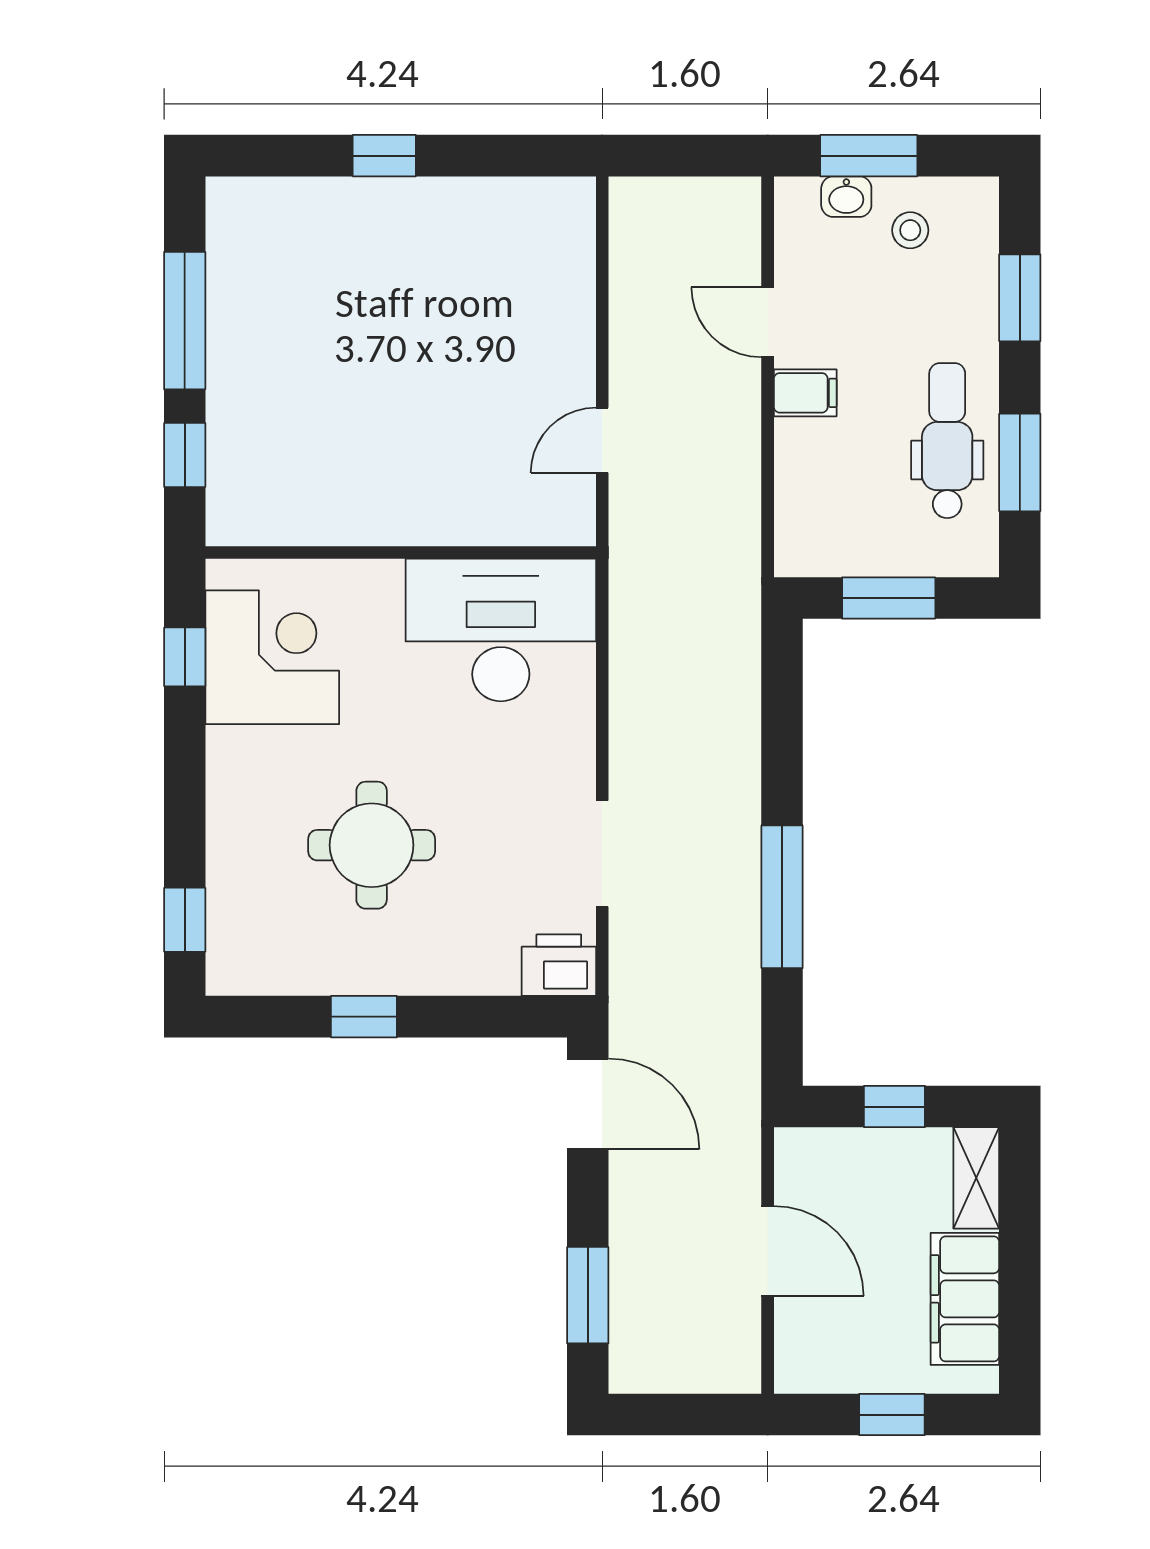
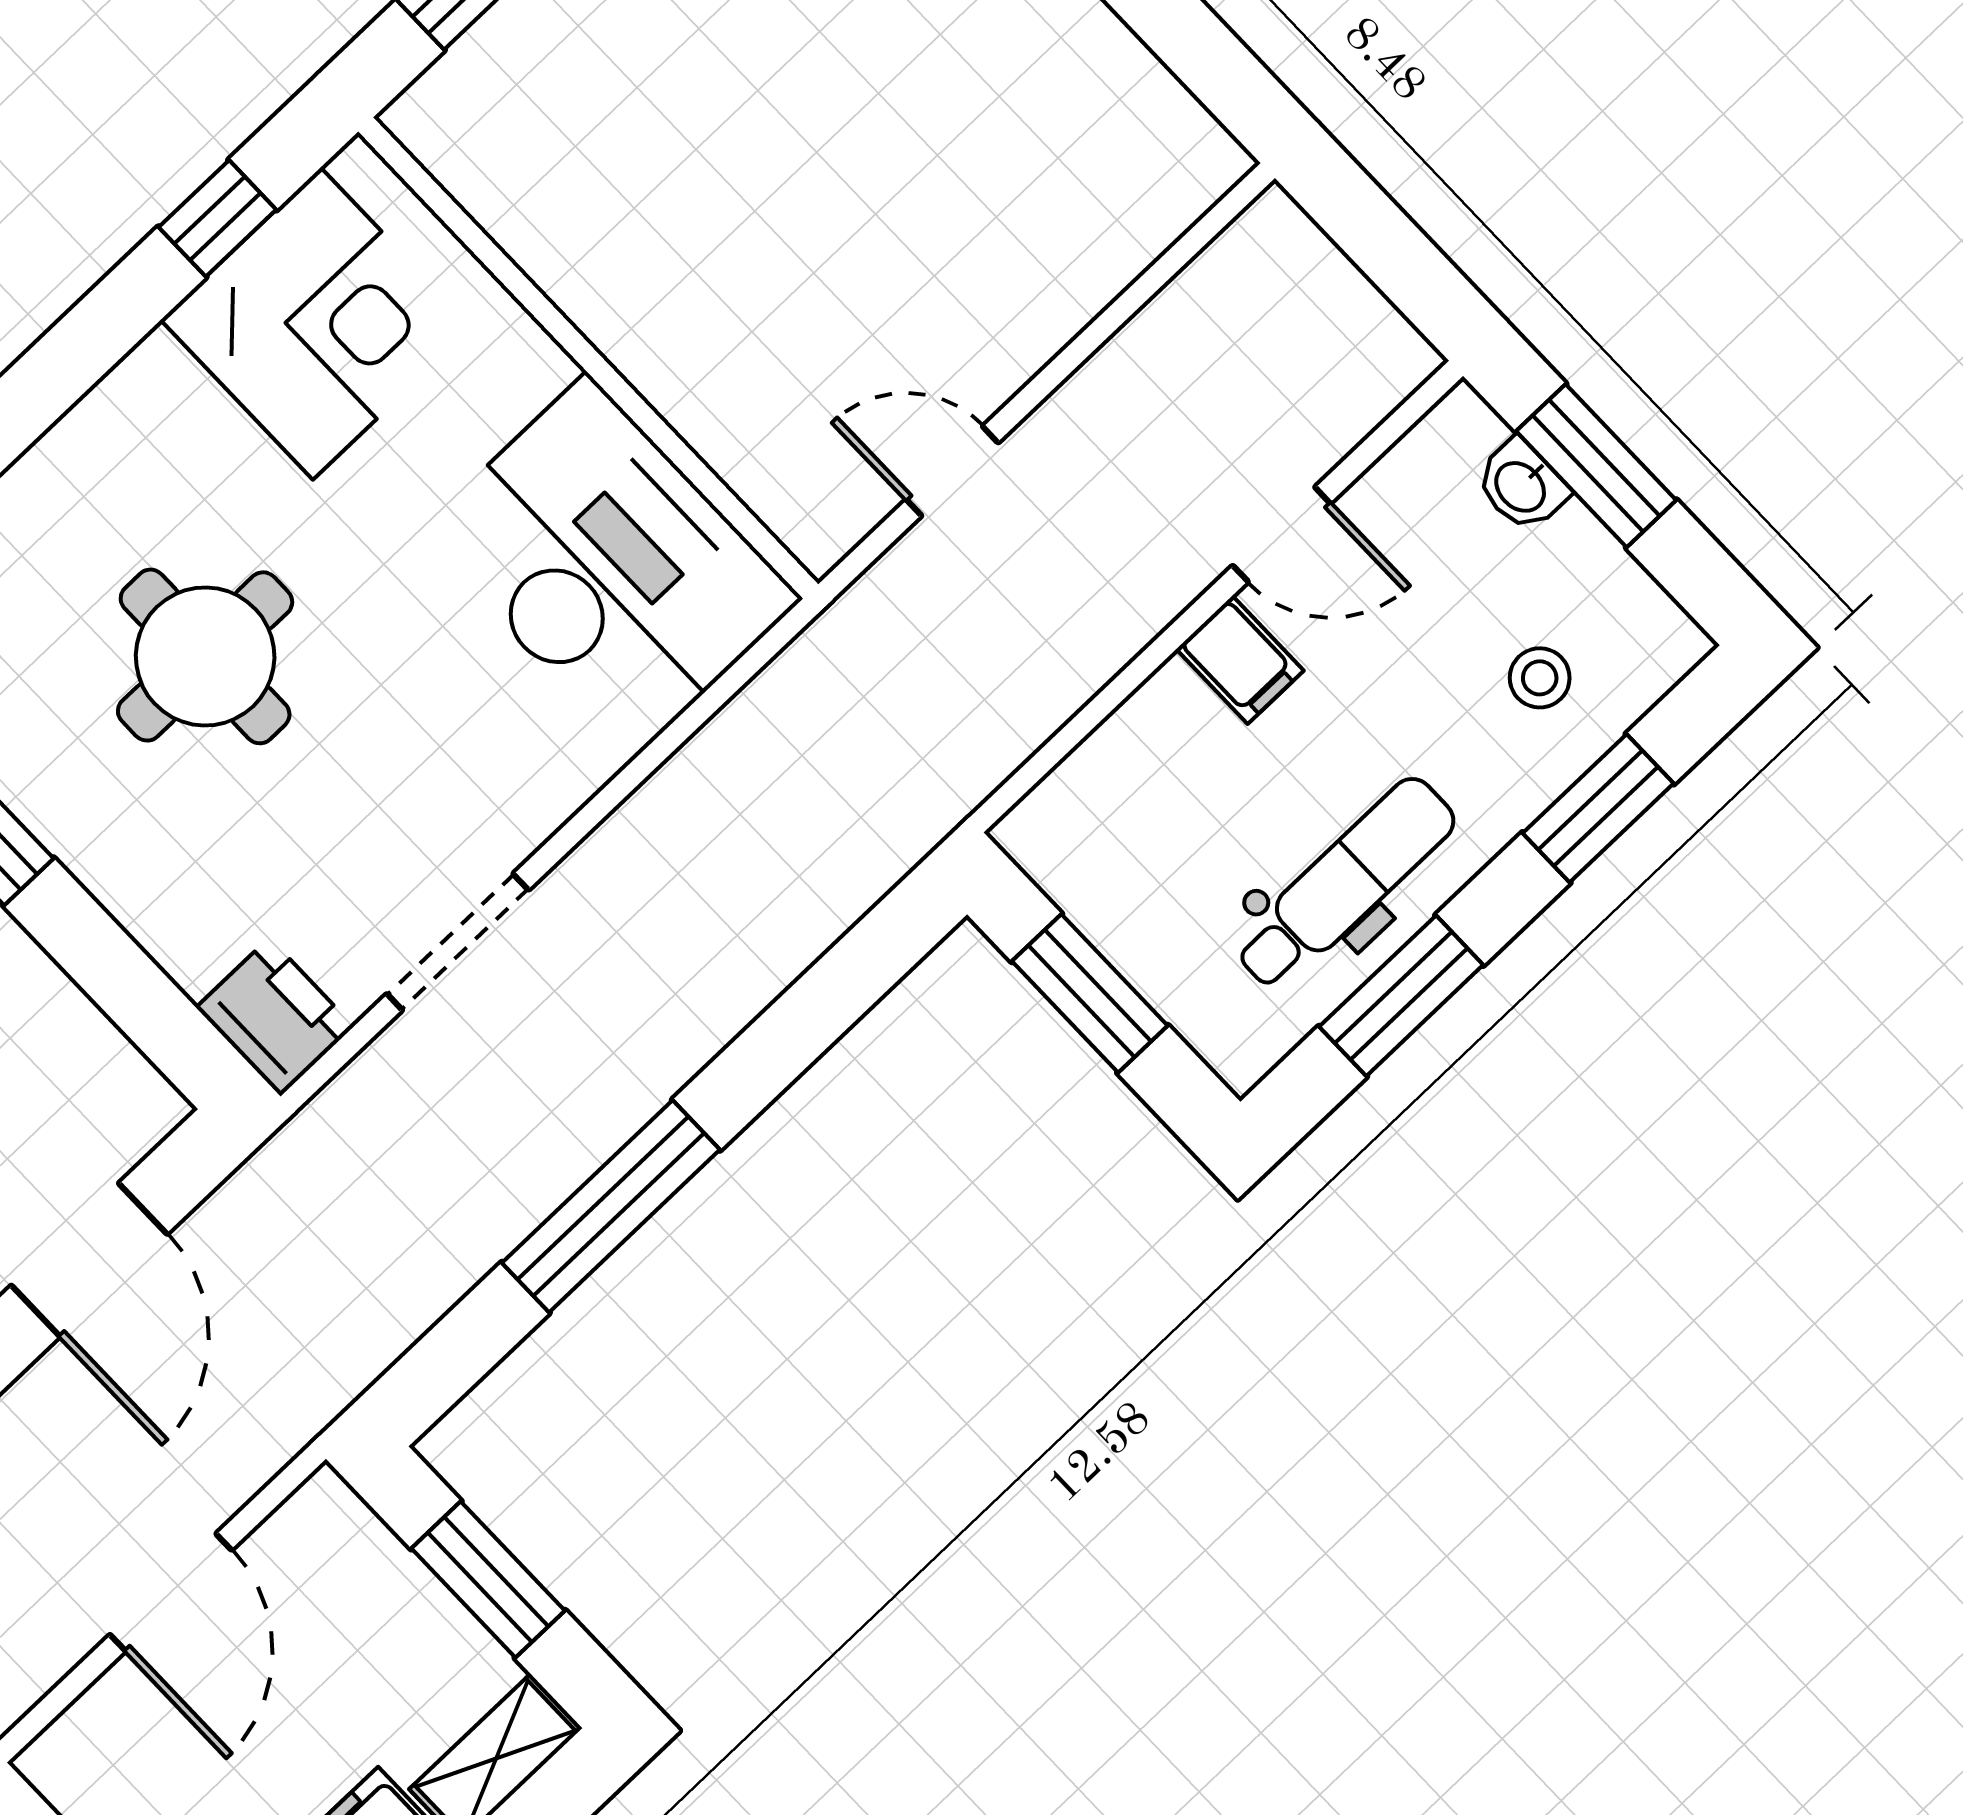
stool: (910, 230) -> (1540, 678), moved
door: (768, 322) -> (1282, 534), swing flipped
door: (588, 1104) -> (89, 1260), moved
window: (894, 1107) -> (488, 1580), width x1.50

